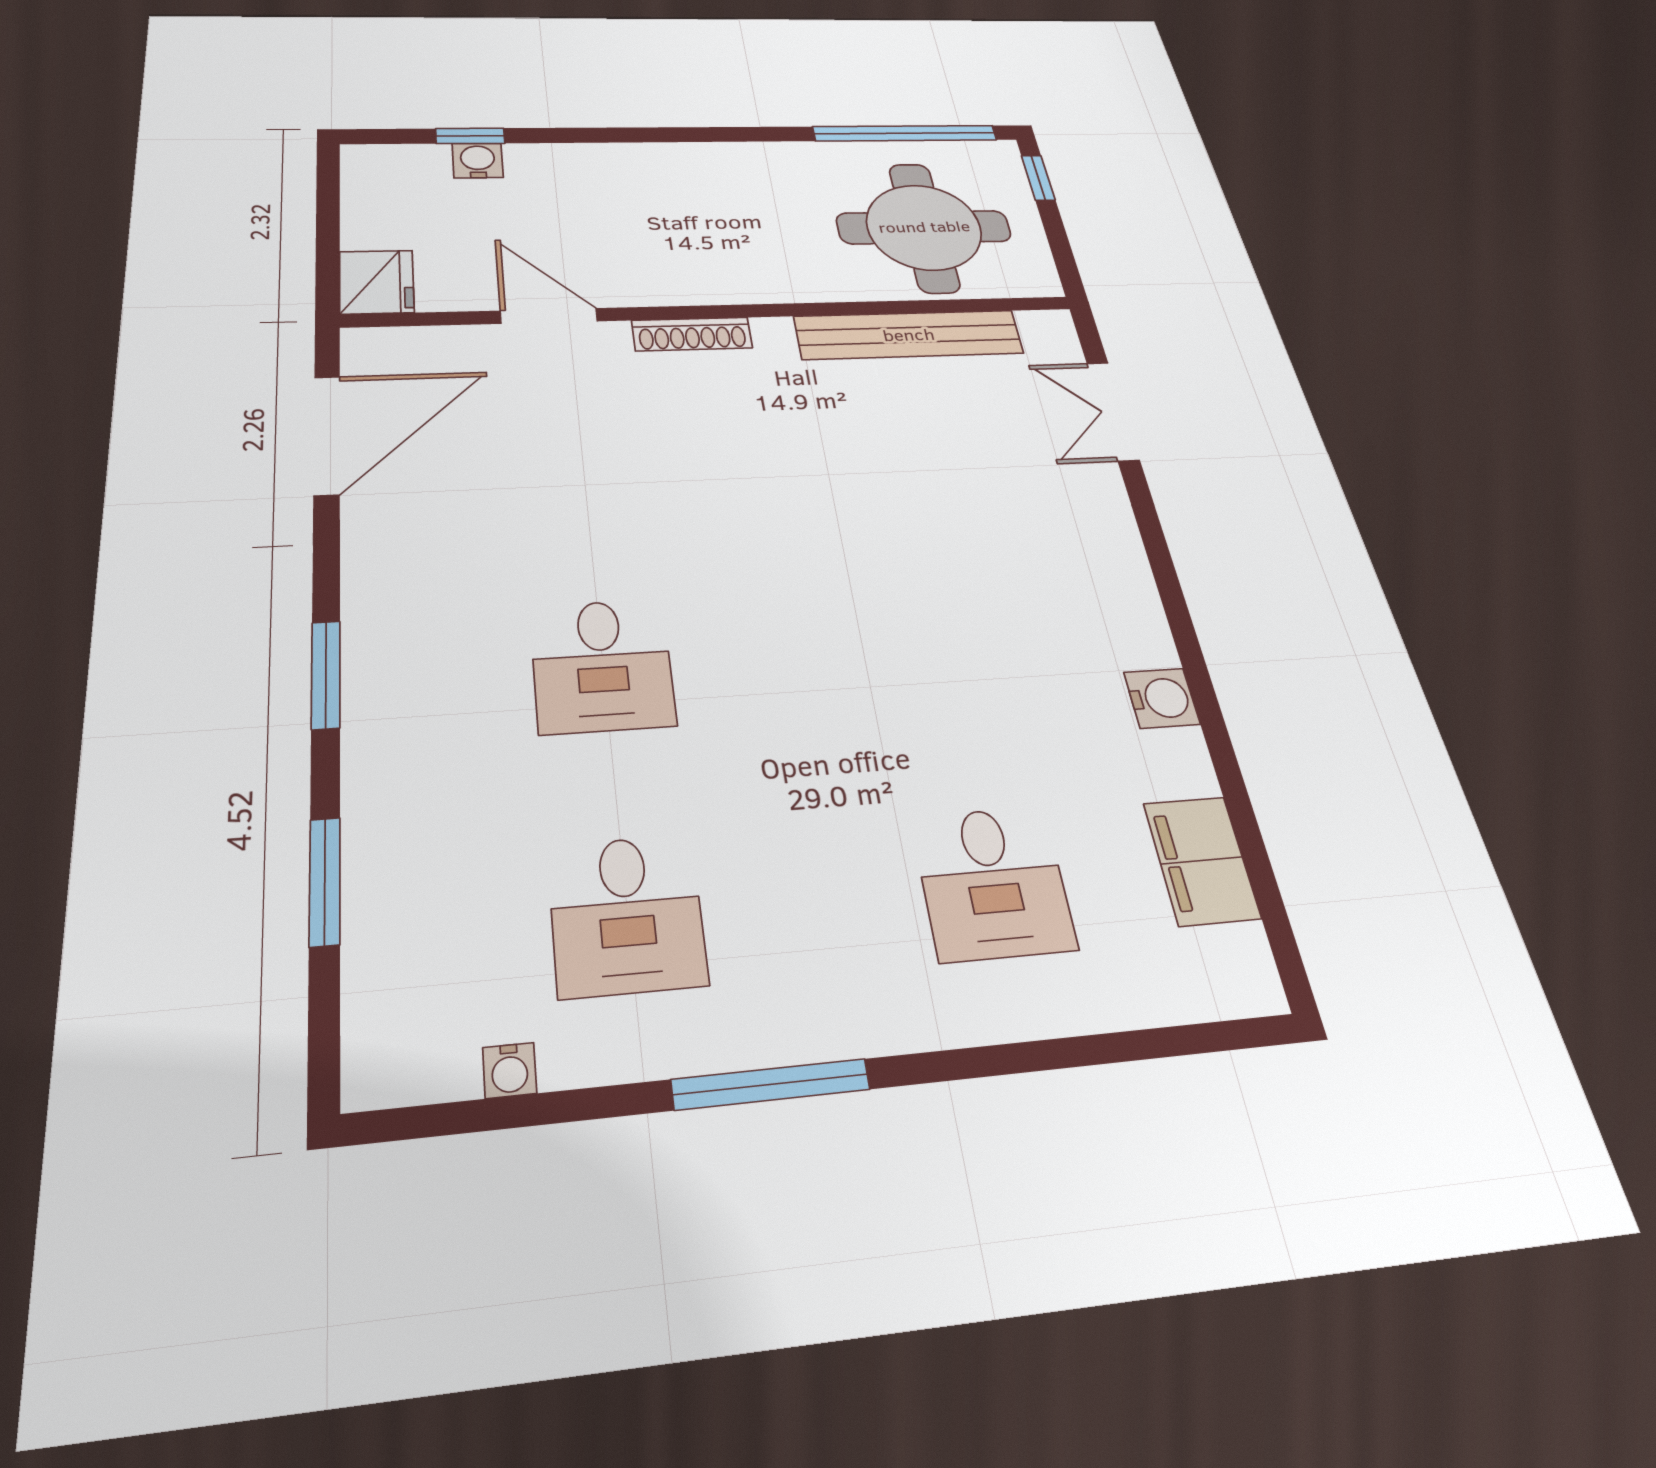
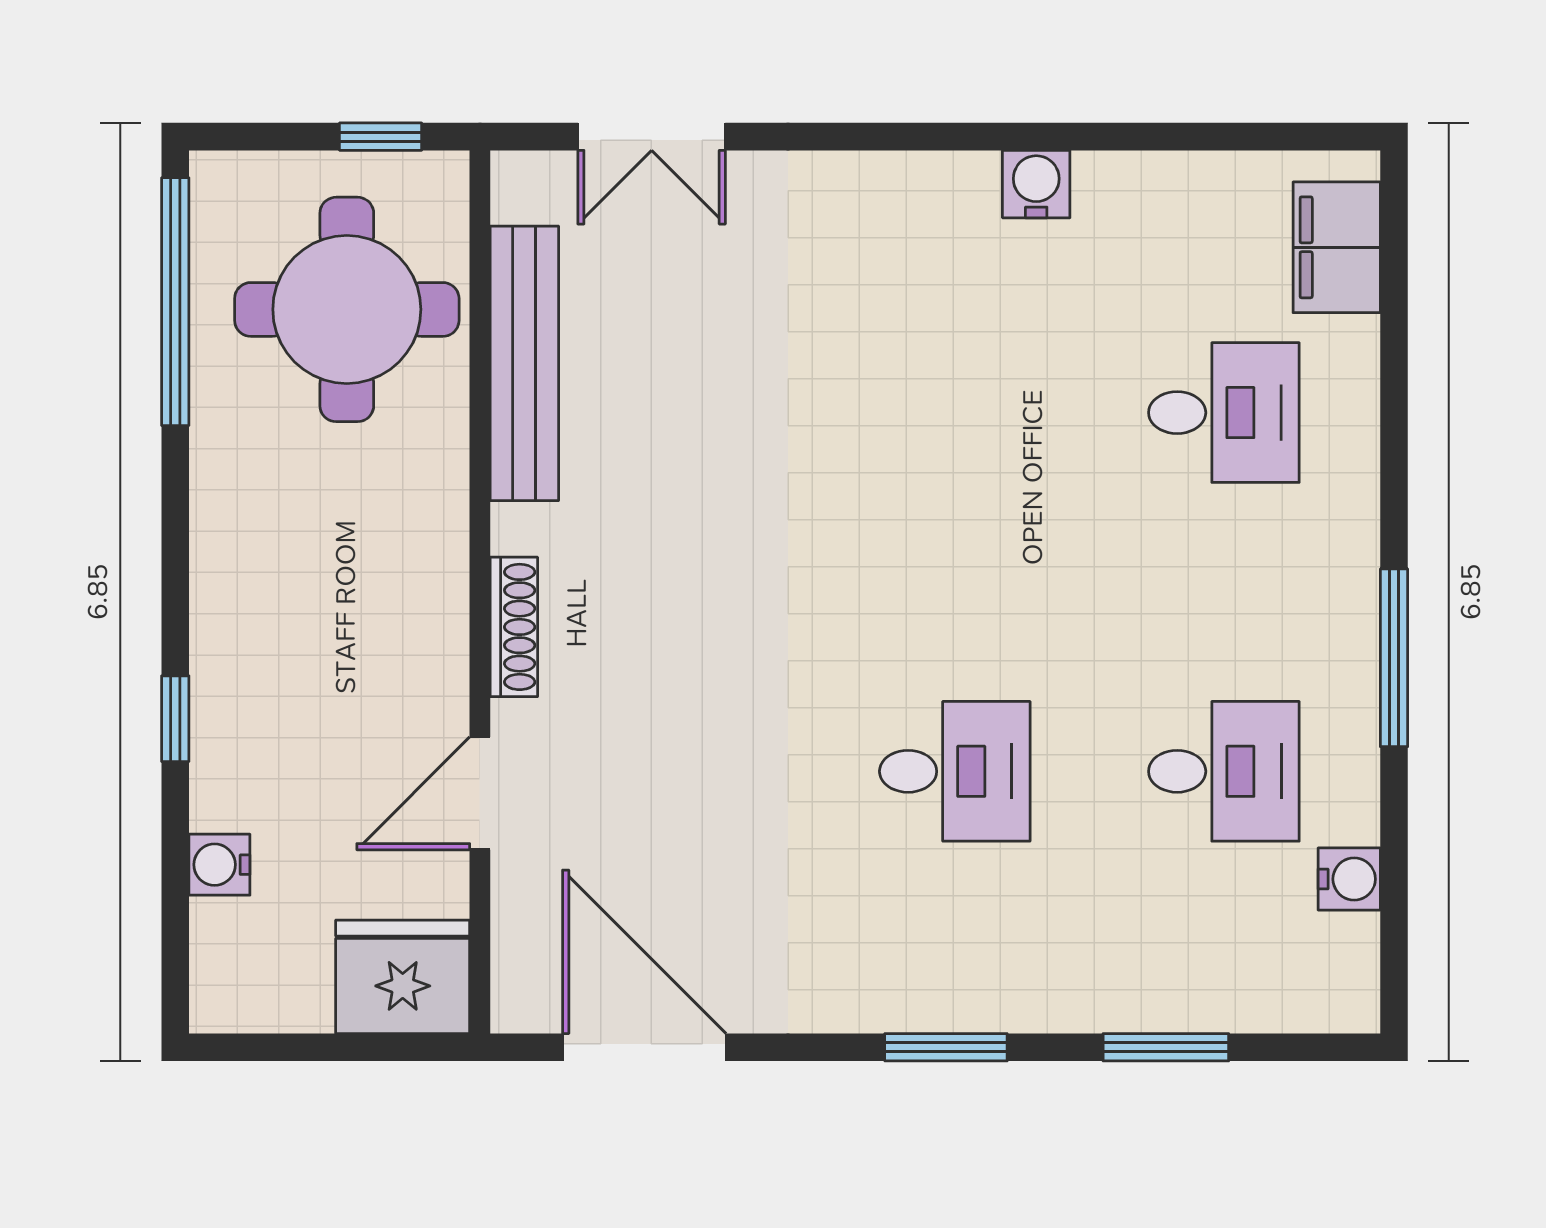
window: (470, 136) -> (175, 719), moved
window: (1038, 178) -> (381, 137), moved
fridge: (377, 282) -> (403, 977), width x1.36, depth x1.34
filing cabinet: (1202, 861) -> (1337, 247), moved, turned 90
water cooler: (510, 1070) -> (1349, 879), width x1.38, depth x1.38

